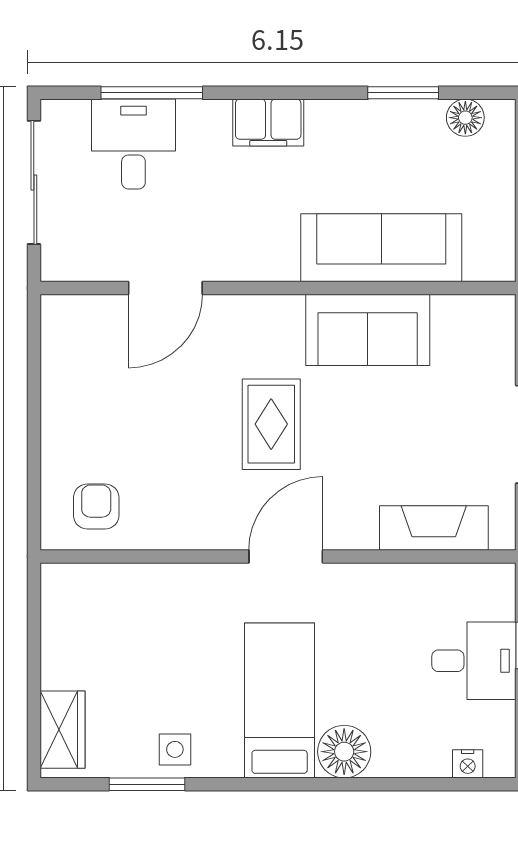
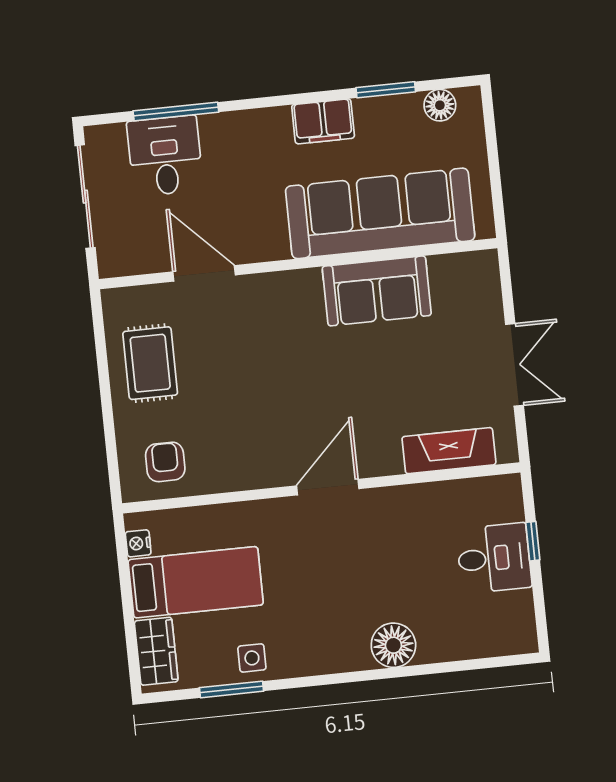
filing cabinet: (268, 122) -> (323, 121), moved
sofa: (381, 248) -> (380, 213), width x1.36, depth x1.27
door: (165, 288) -> (204, 273), swing flipped
rug: (271, 424) -> (150, 363), moved
bed: (280, 701) -> (196, 582), moved, turned 90
nightstand: (468, 764) -> (138, 543), moved, turned 90

